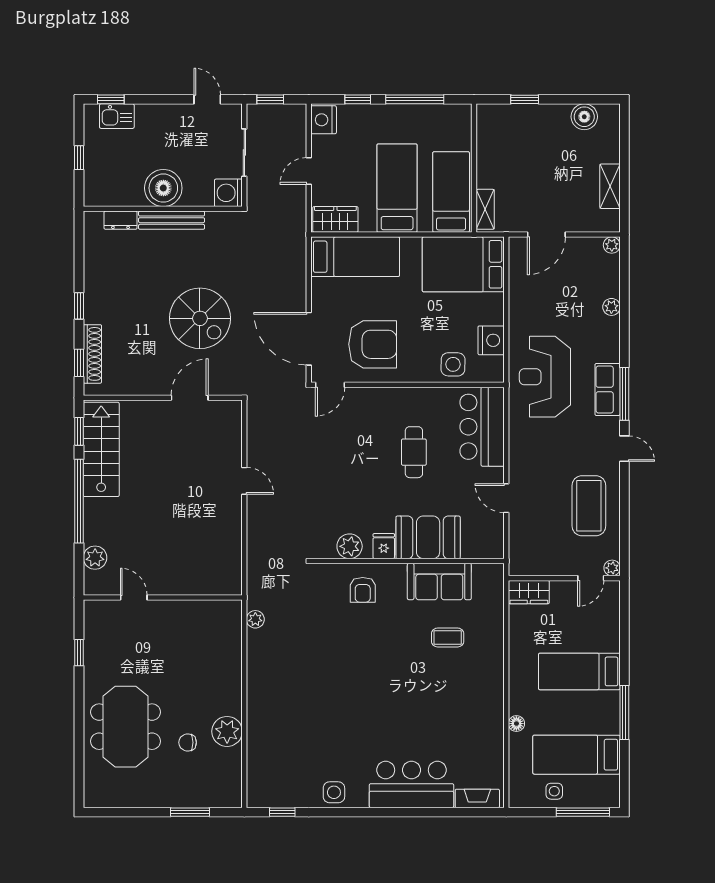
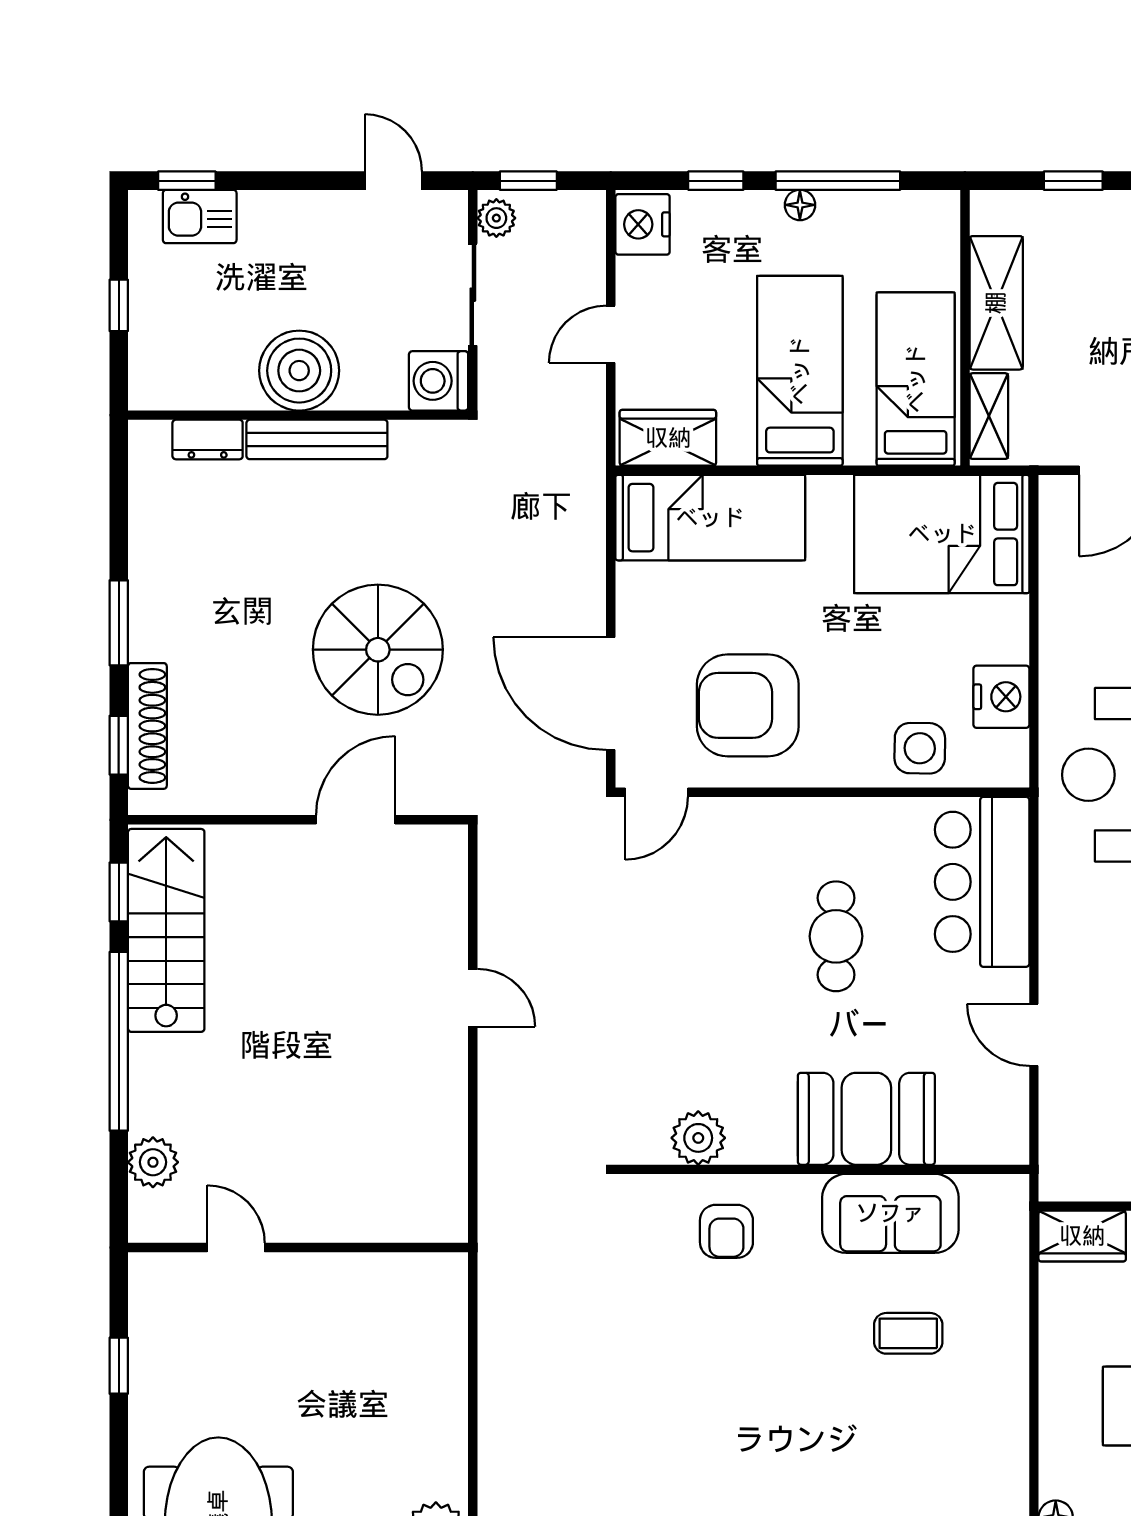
floor lamp: (397, 111) -> (800, 205), added
shelving: (489, 156) -> (996, 303), added
window: (79, 306) -> (119, 623), width x1.50
armchair: (373, 344) -> (748, 705), turned 180
fridge: (384, 546) -> (771, 1138), removed
plant: (255, 619) -> (496, 218), moved

